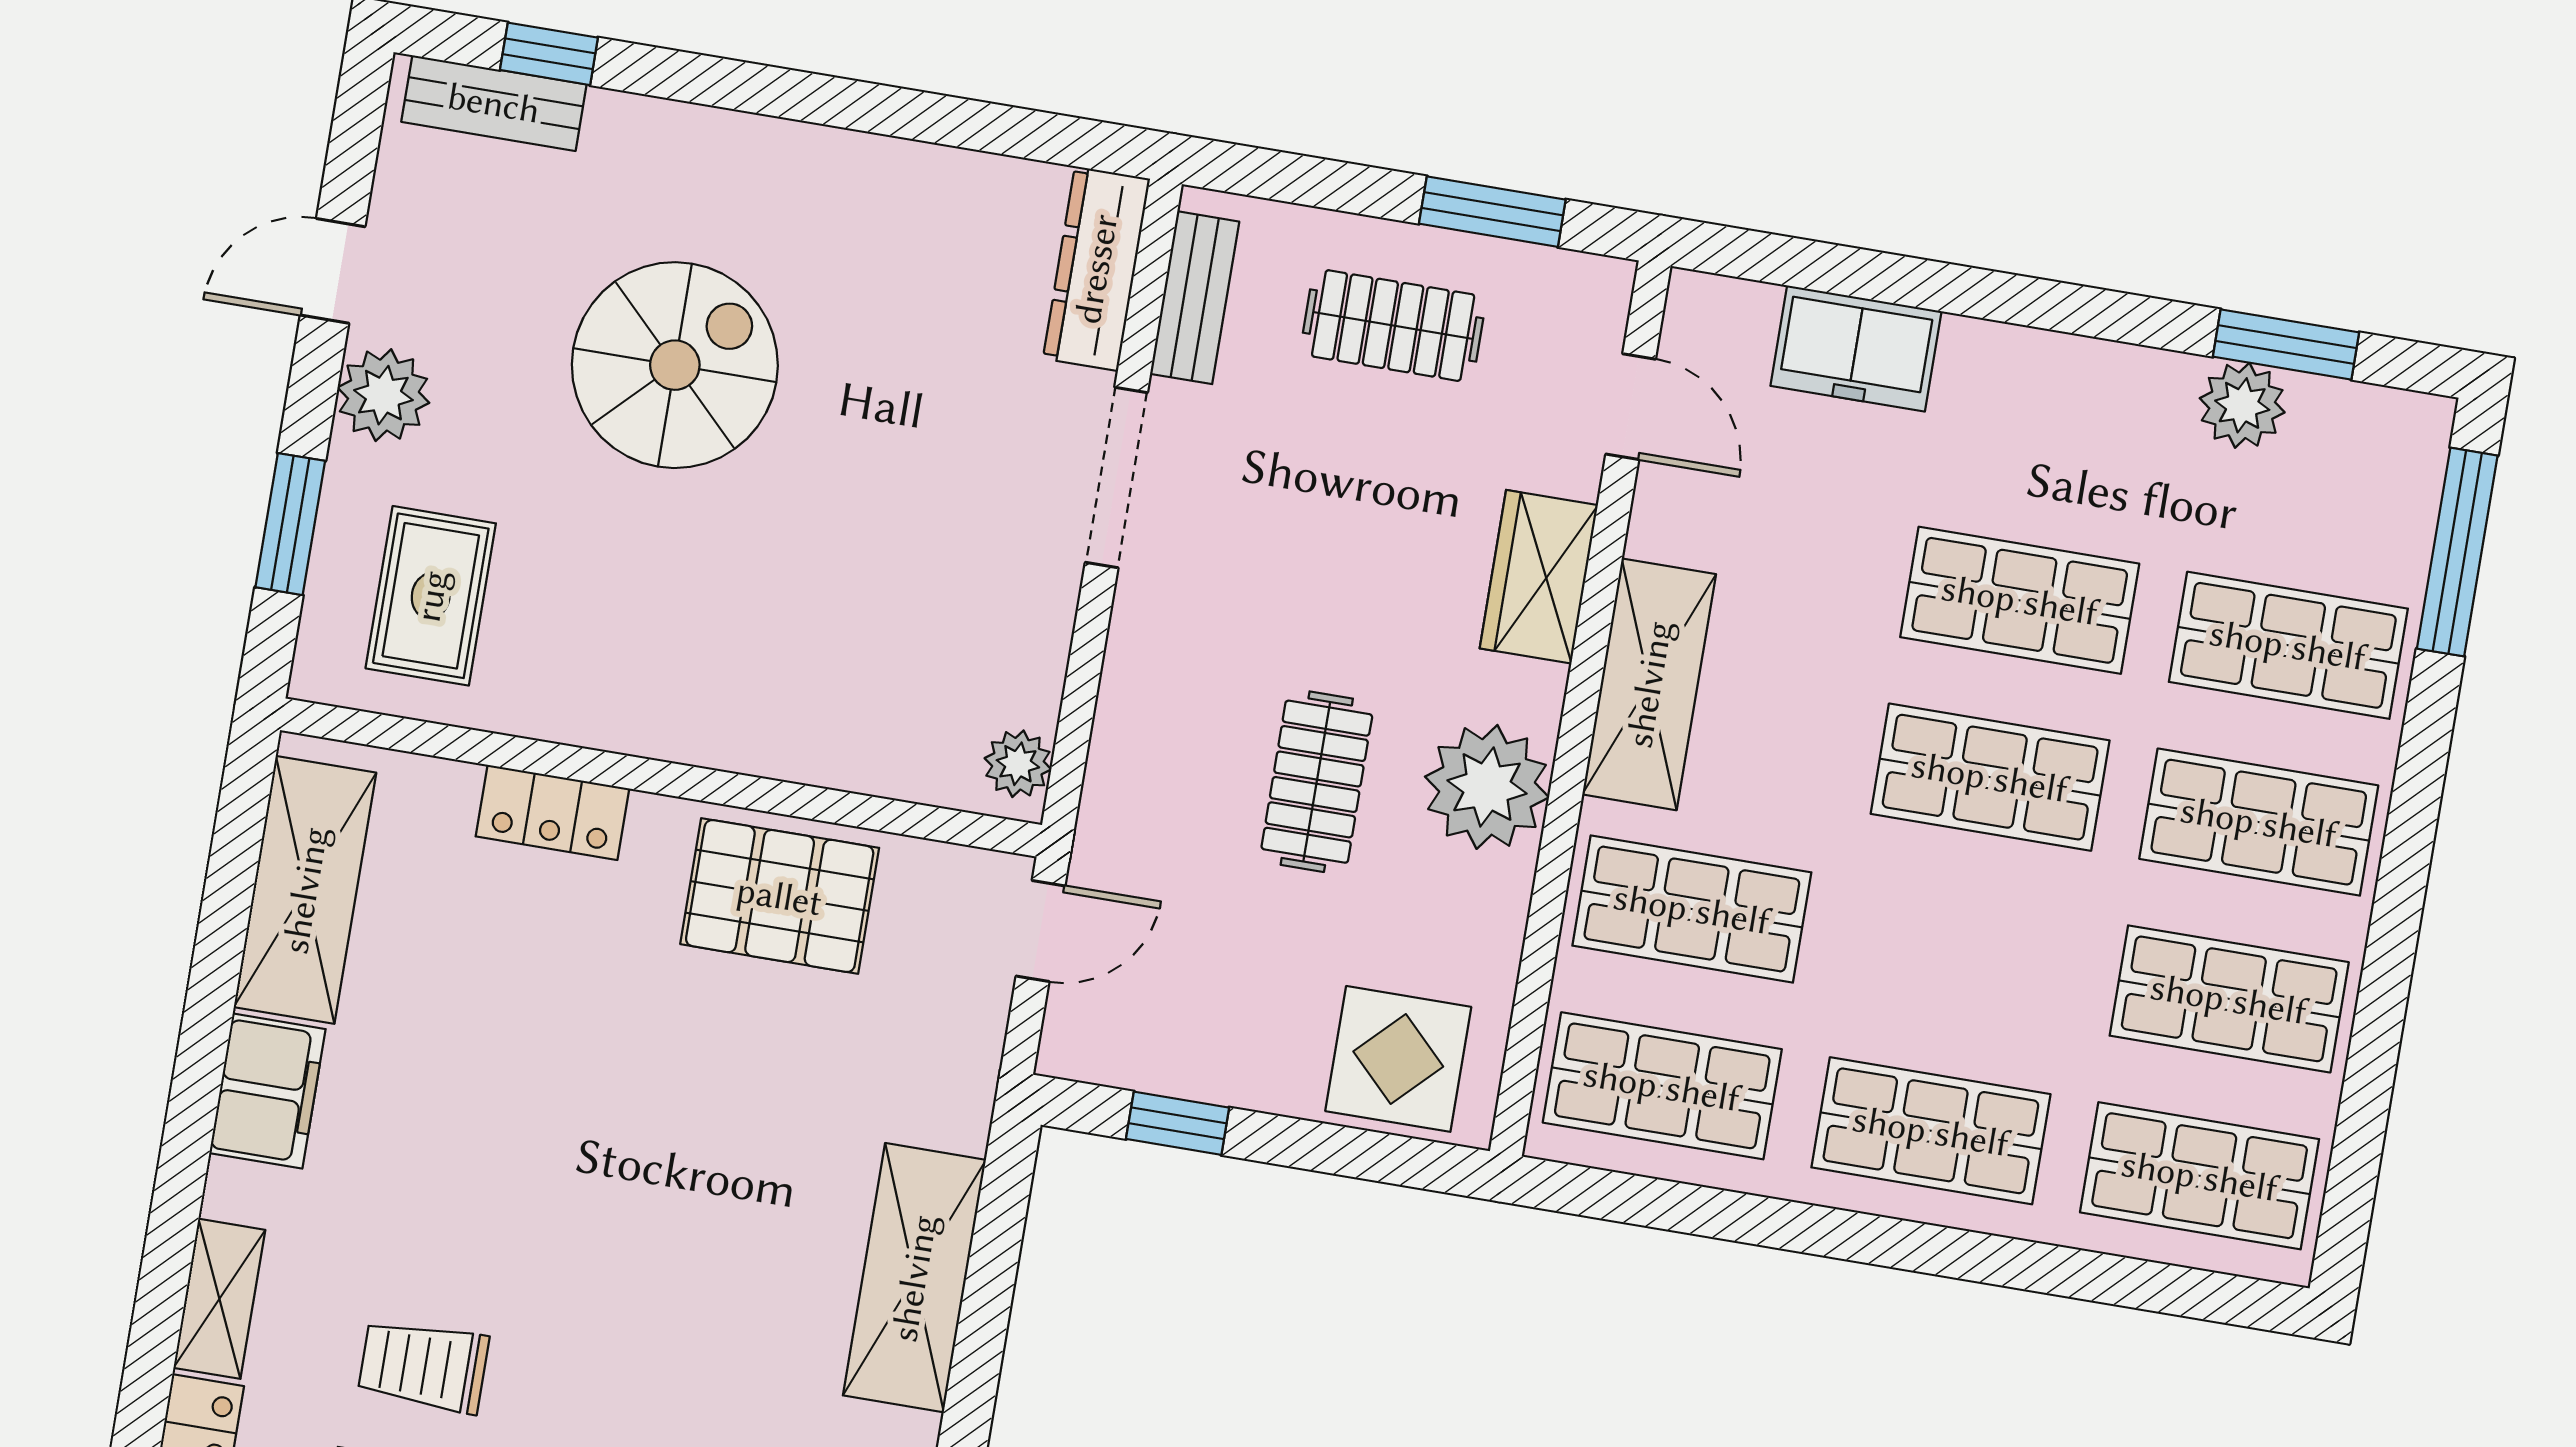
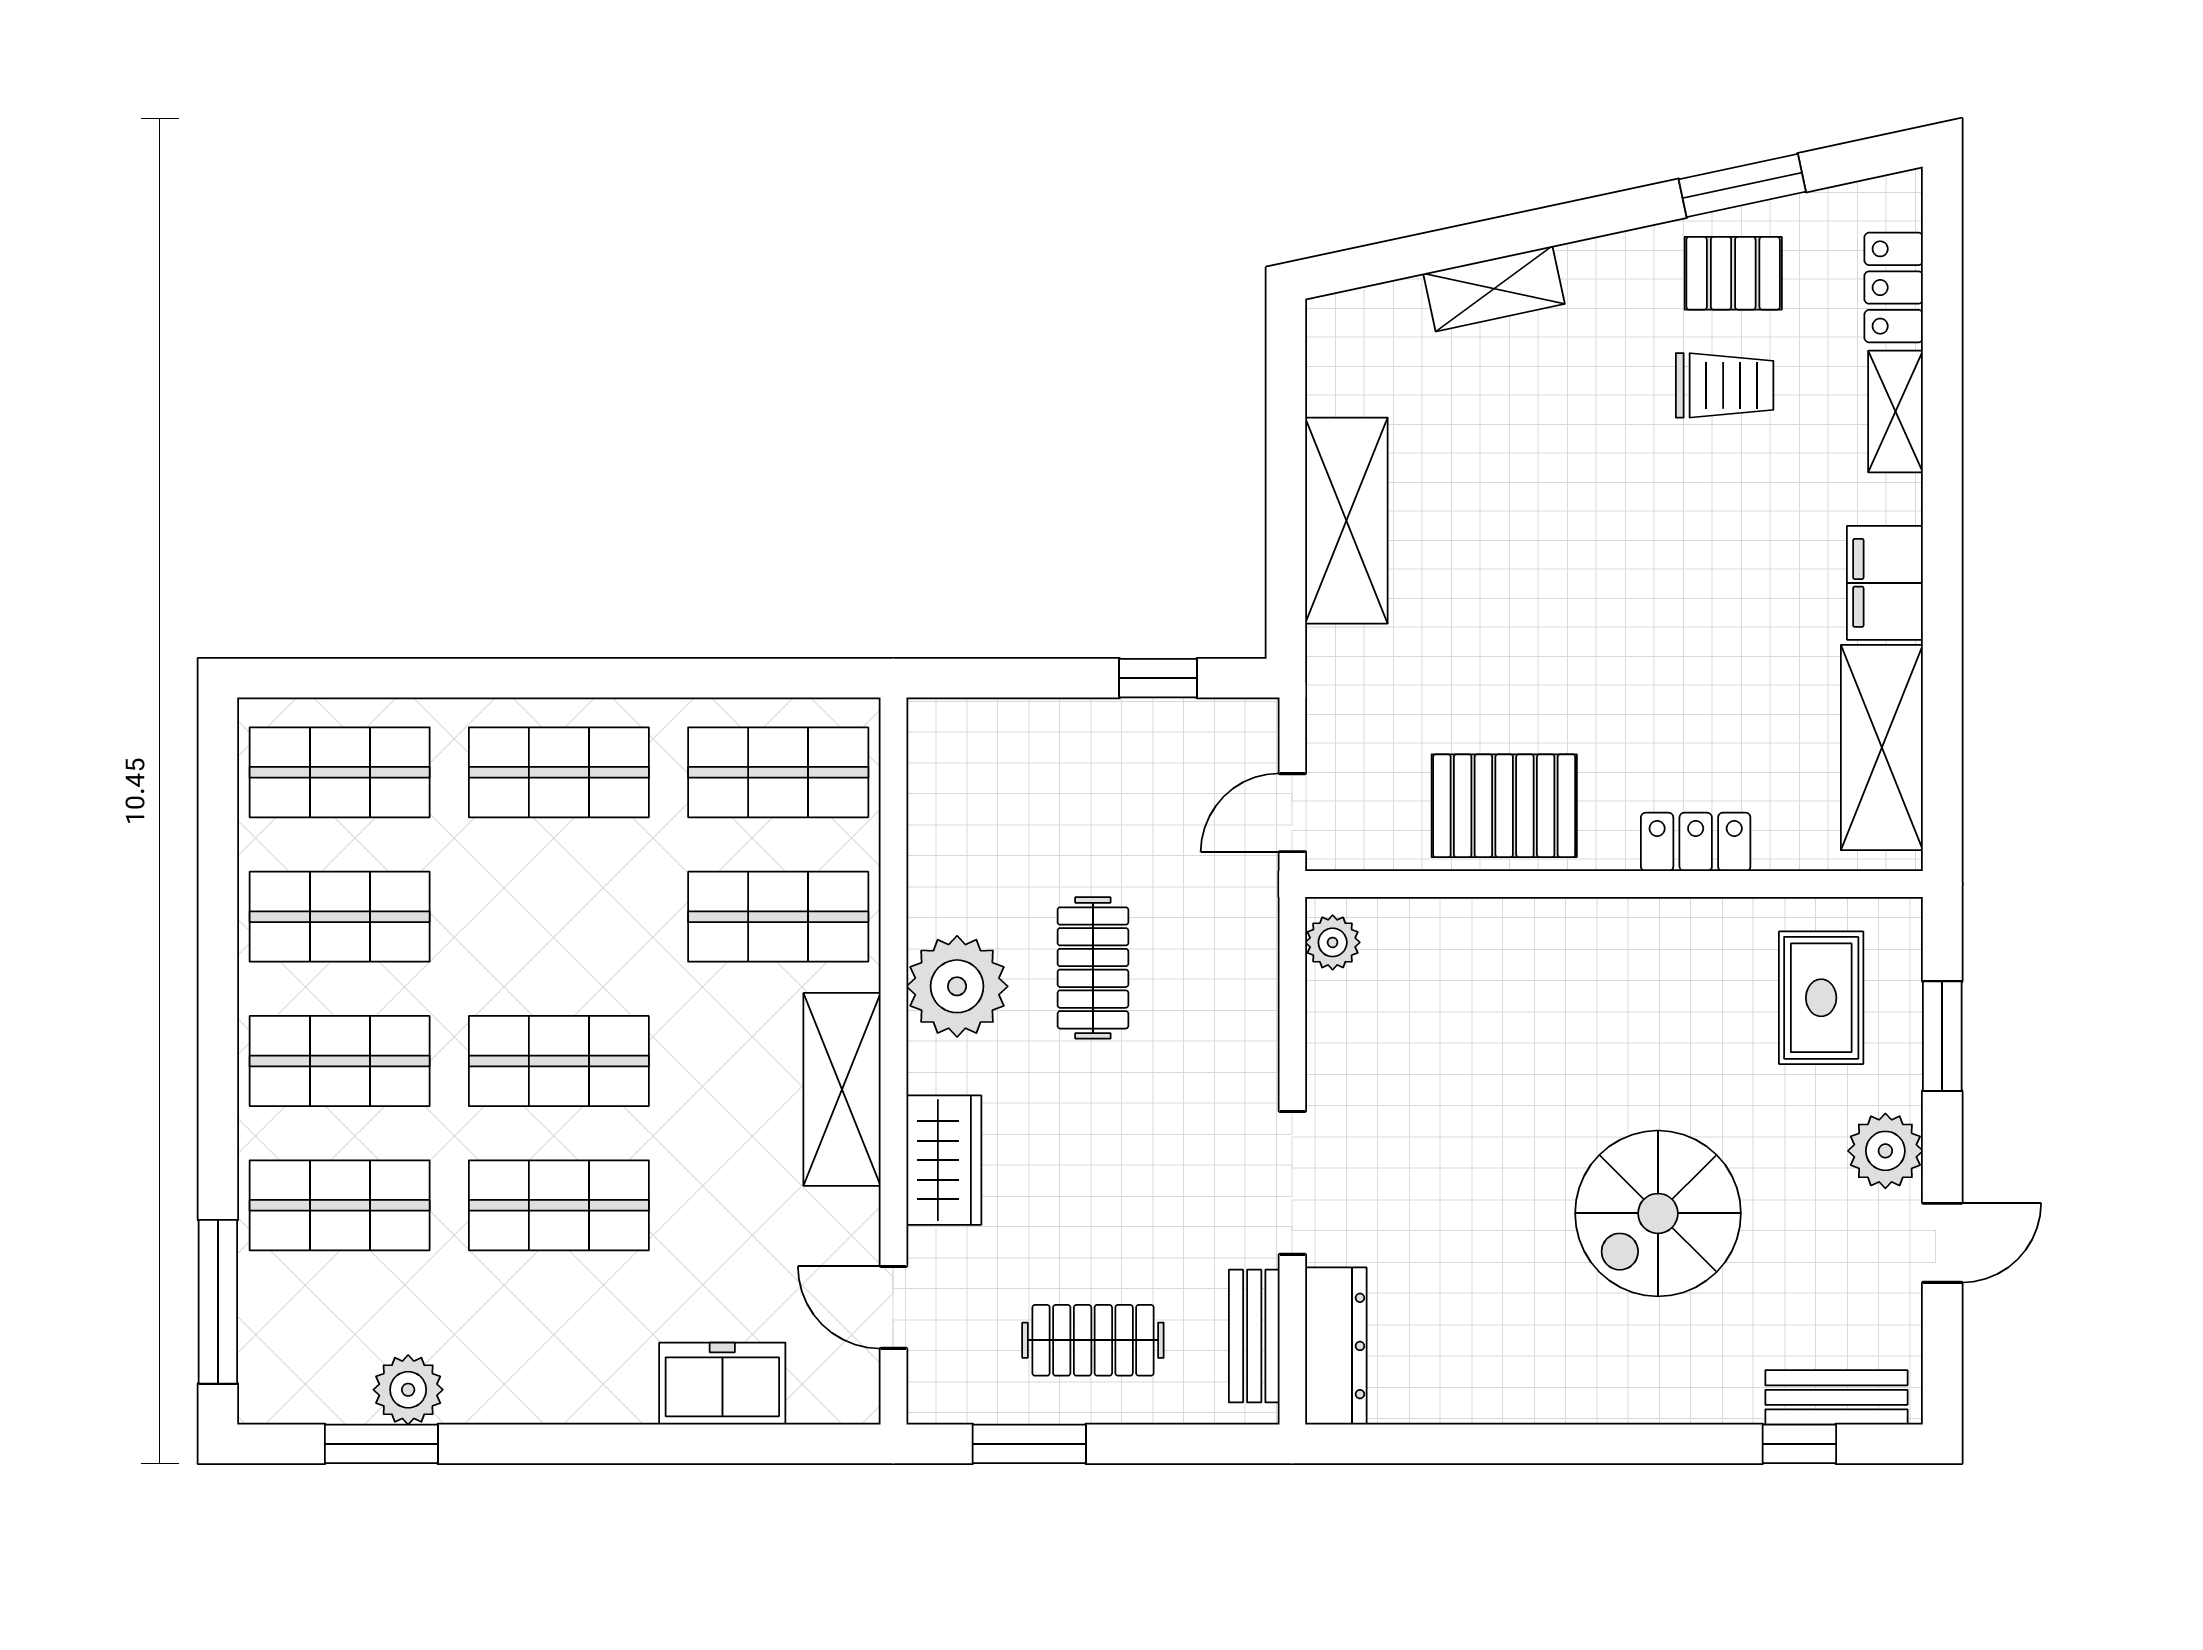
display table: (1398, 1059) -> (991, 759), removed

